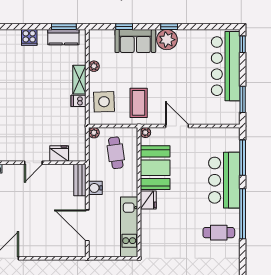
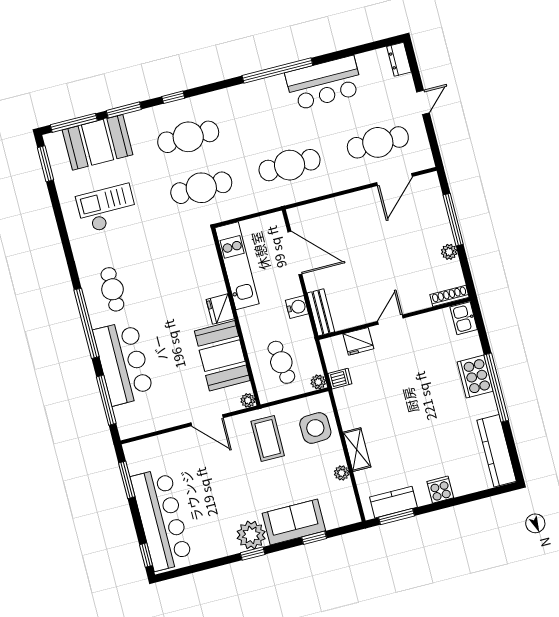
dishwasher: (78, 101) -> (340, 379), moved
cafe table: (219, 233) -> (112, 289), turned 90

